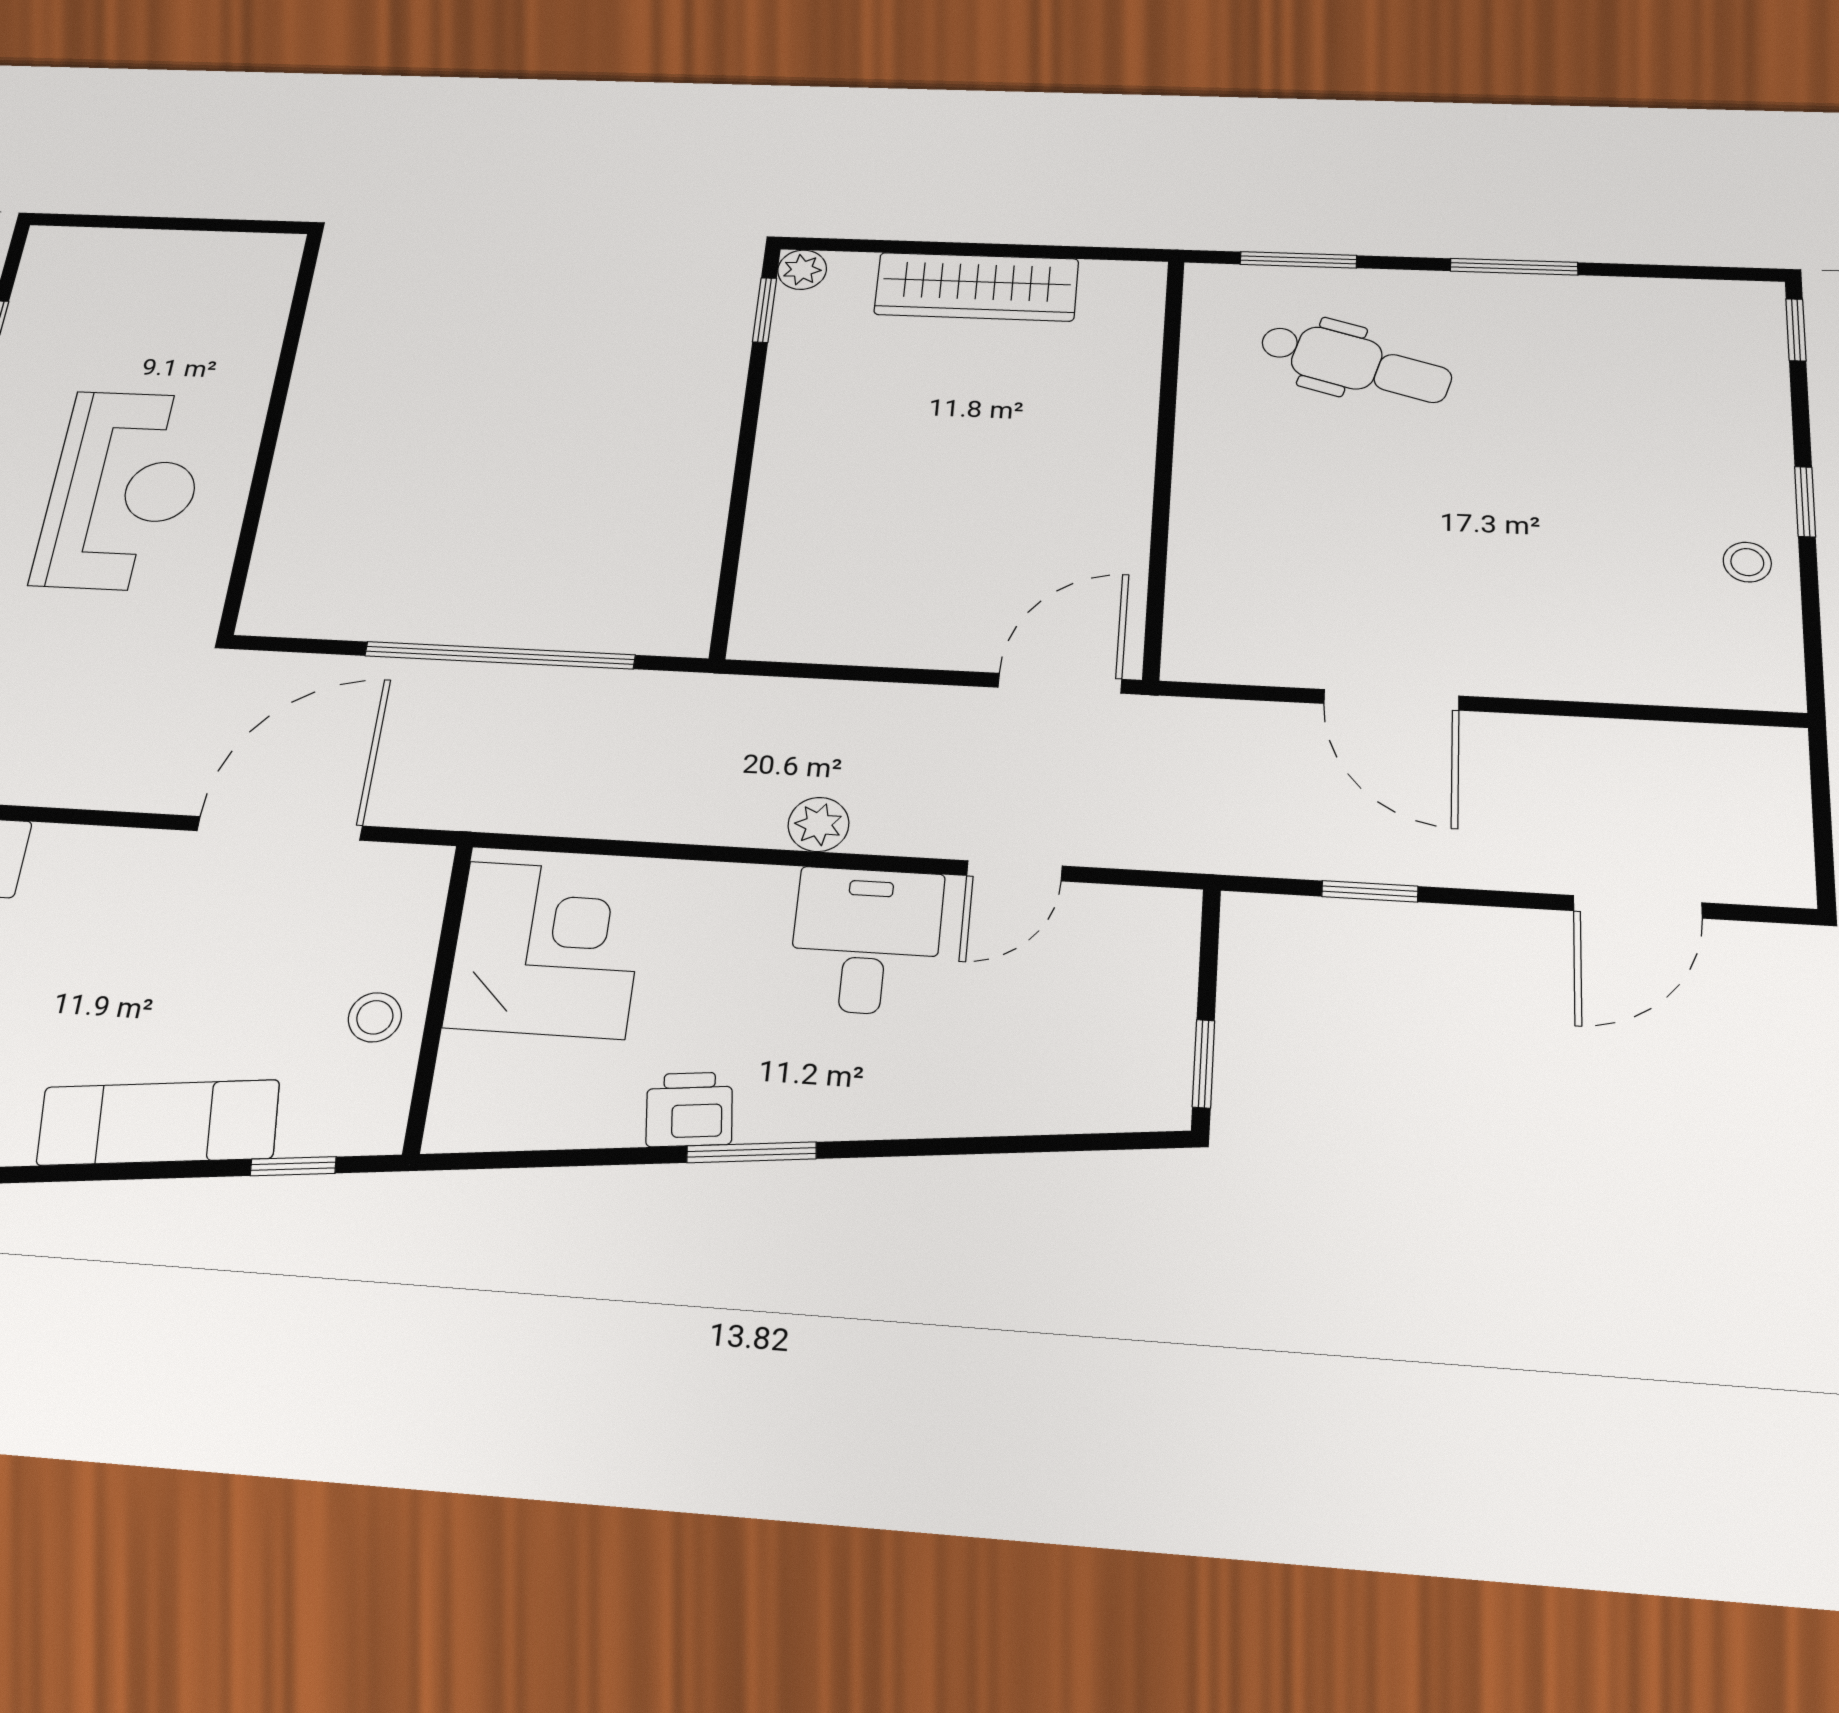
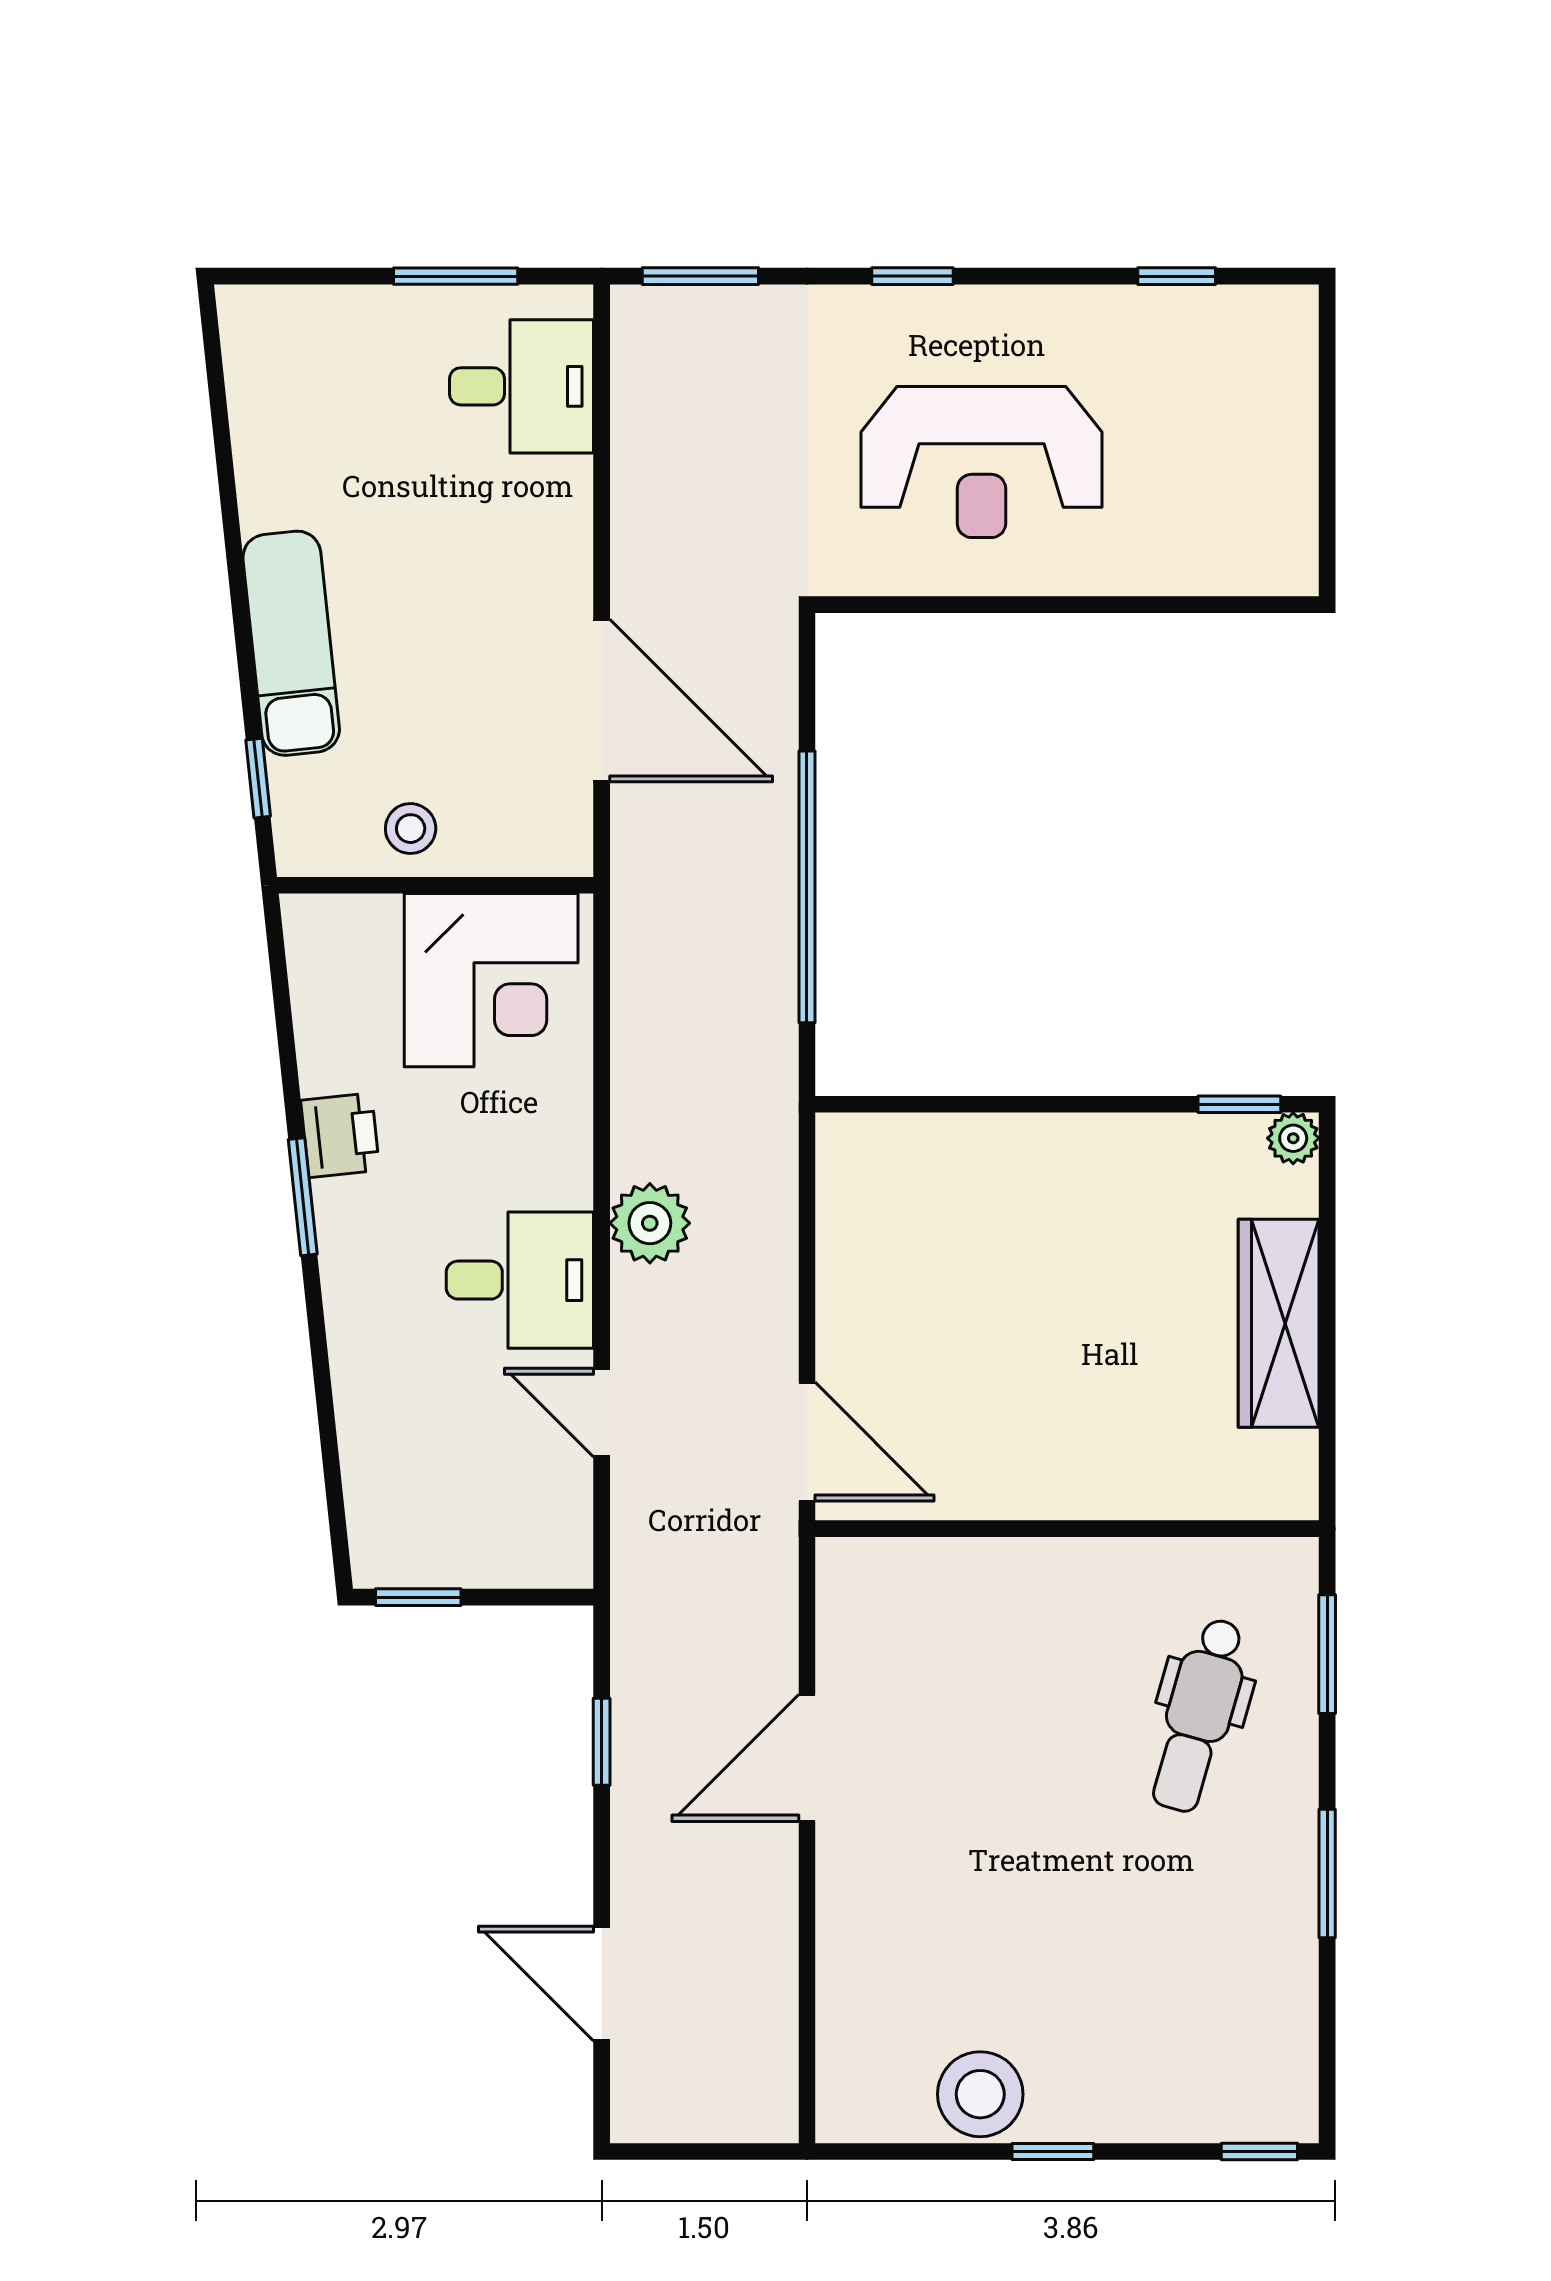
stool: (1747, 562) -> (980, 2094), width x1.89, depth x1.89
plant: (818, 824) -> (650, 1223), width x1.38, depth x1.38

